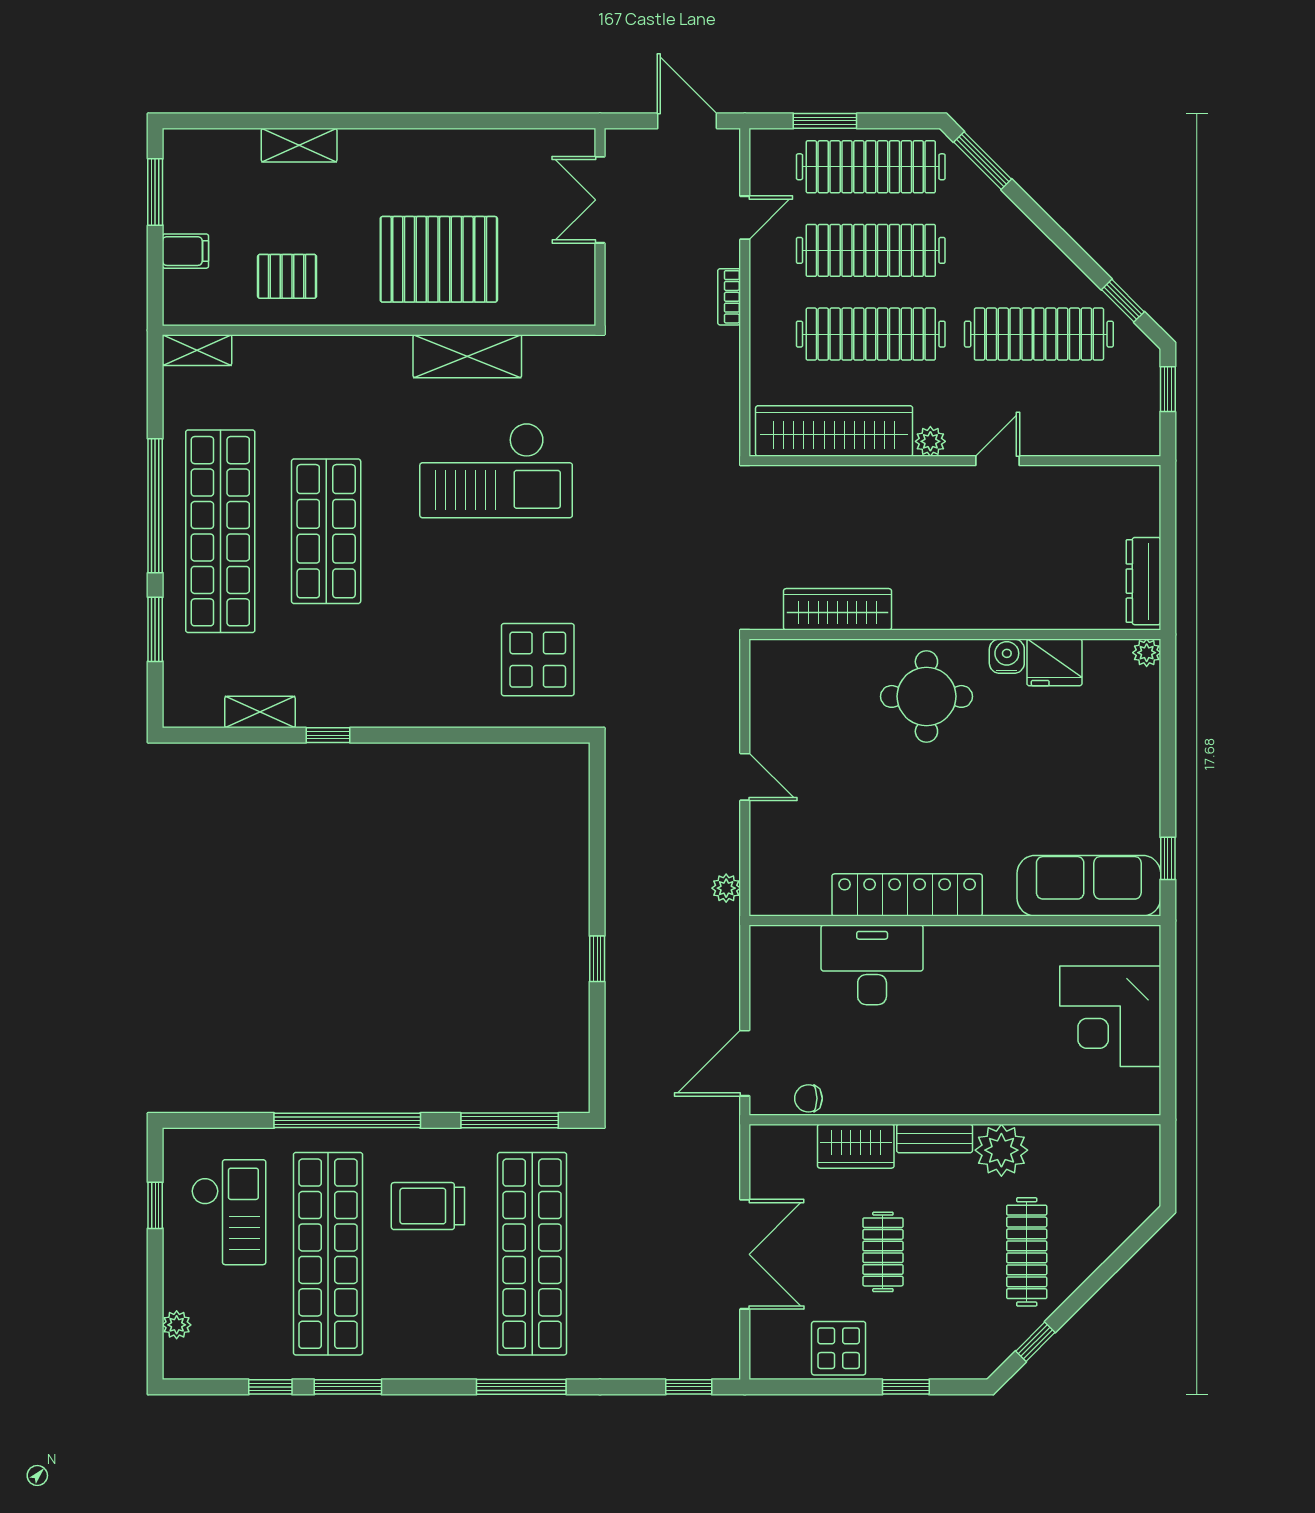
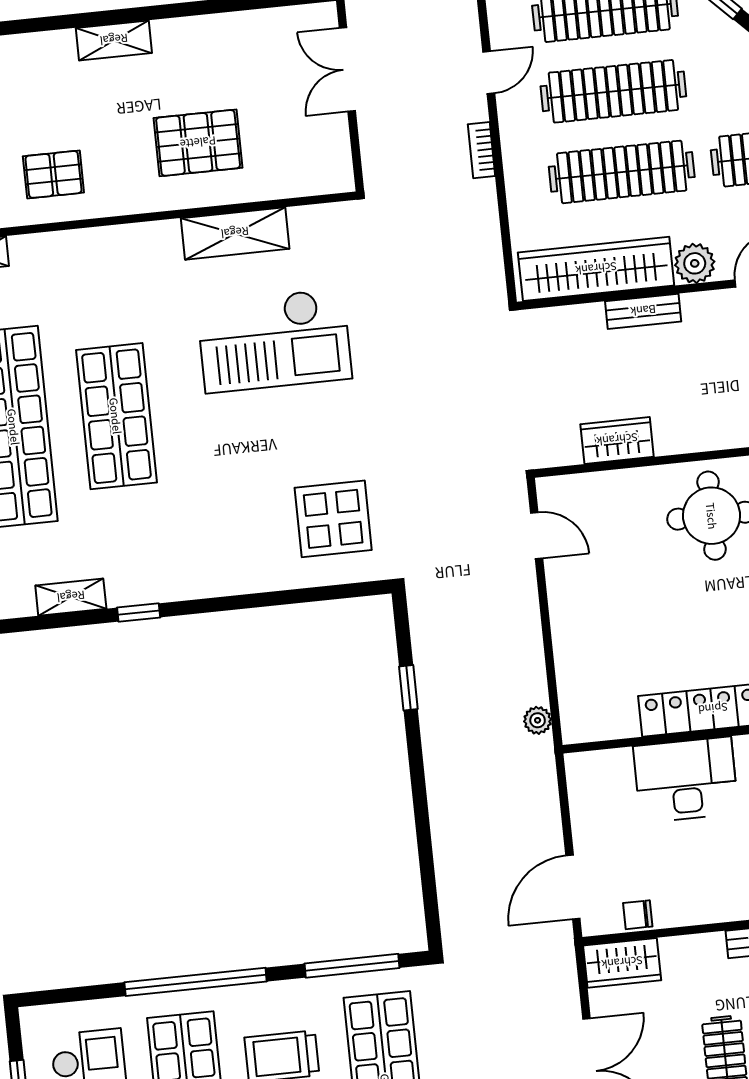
shelving: (299, 145) -> (114, 40), moved
pallet: (439, 259) -> (198, 143), width x0.73, depth x0.71
plant: (930, 441) -> (695, 263), width x1.38, depth x1.38
bench: (878, 479) -> (643, 311), added
wardrobe: (837, 609) -> (617, 440), width x0.67
door: (745, 777) -> (537, 536), moved
window: (597, 959) -> (408, 688), moved
wardrobe: (856, 1146) -> (622, 963), moved

